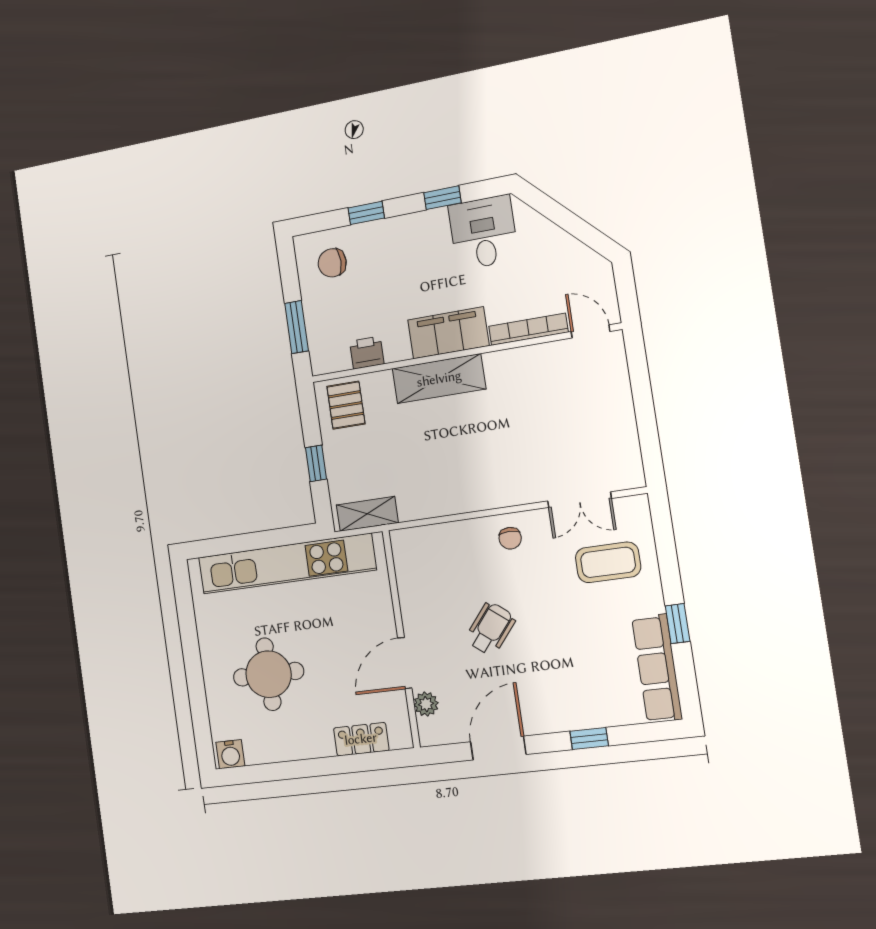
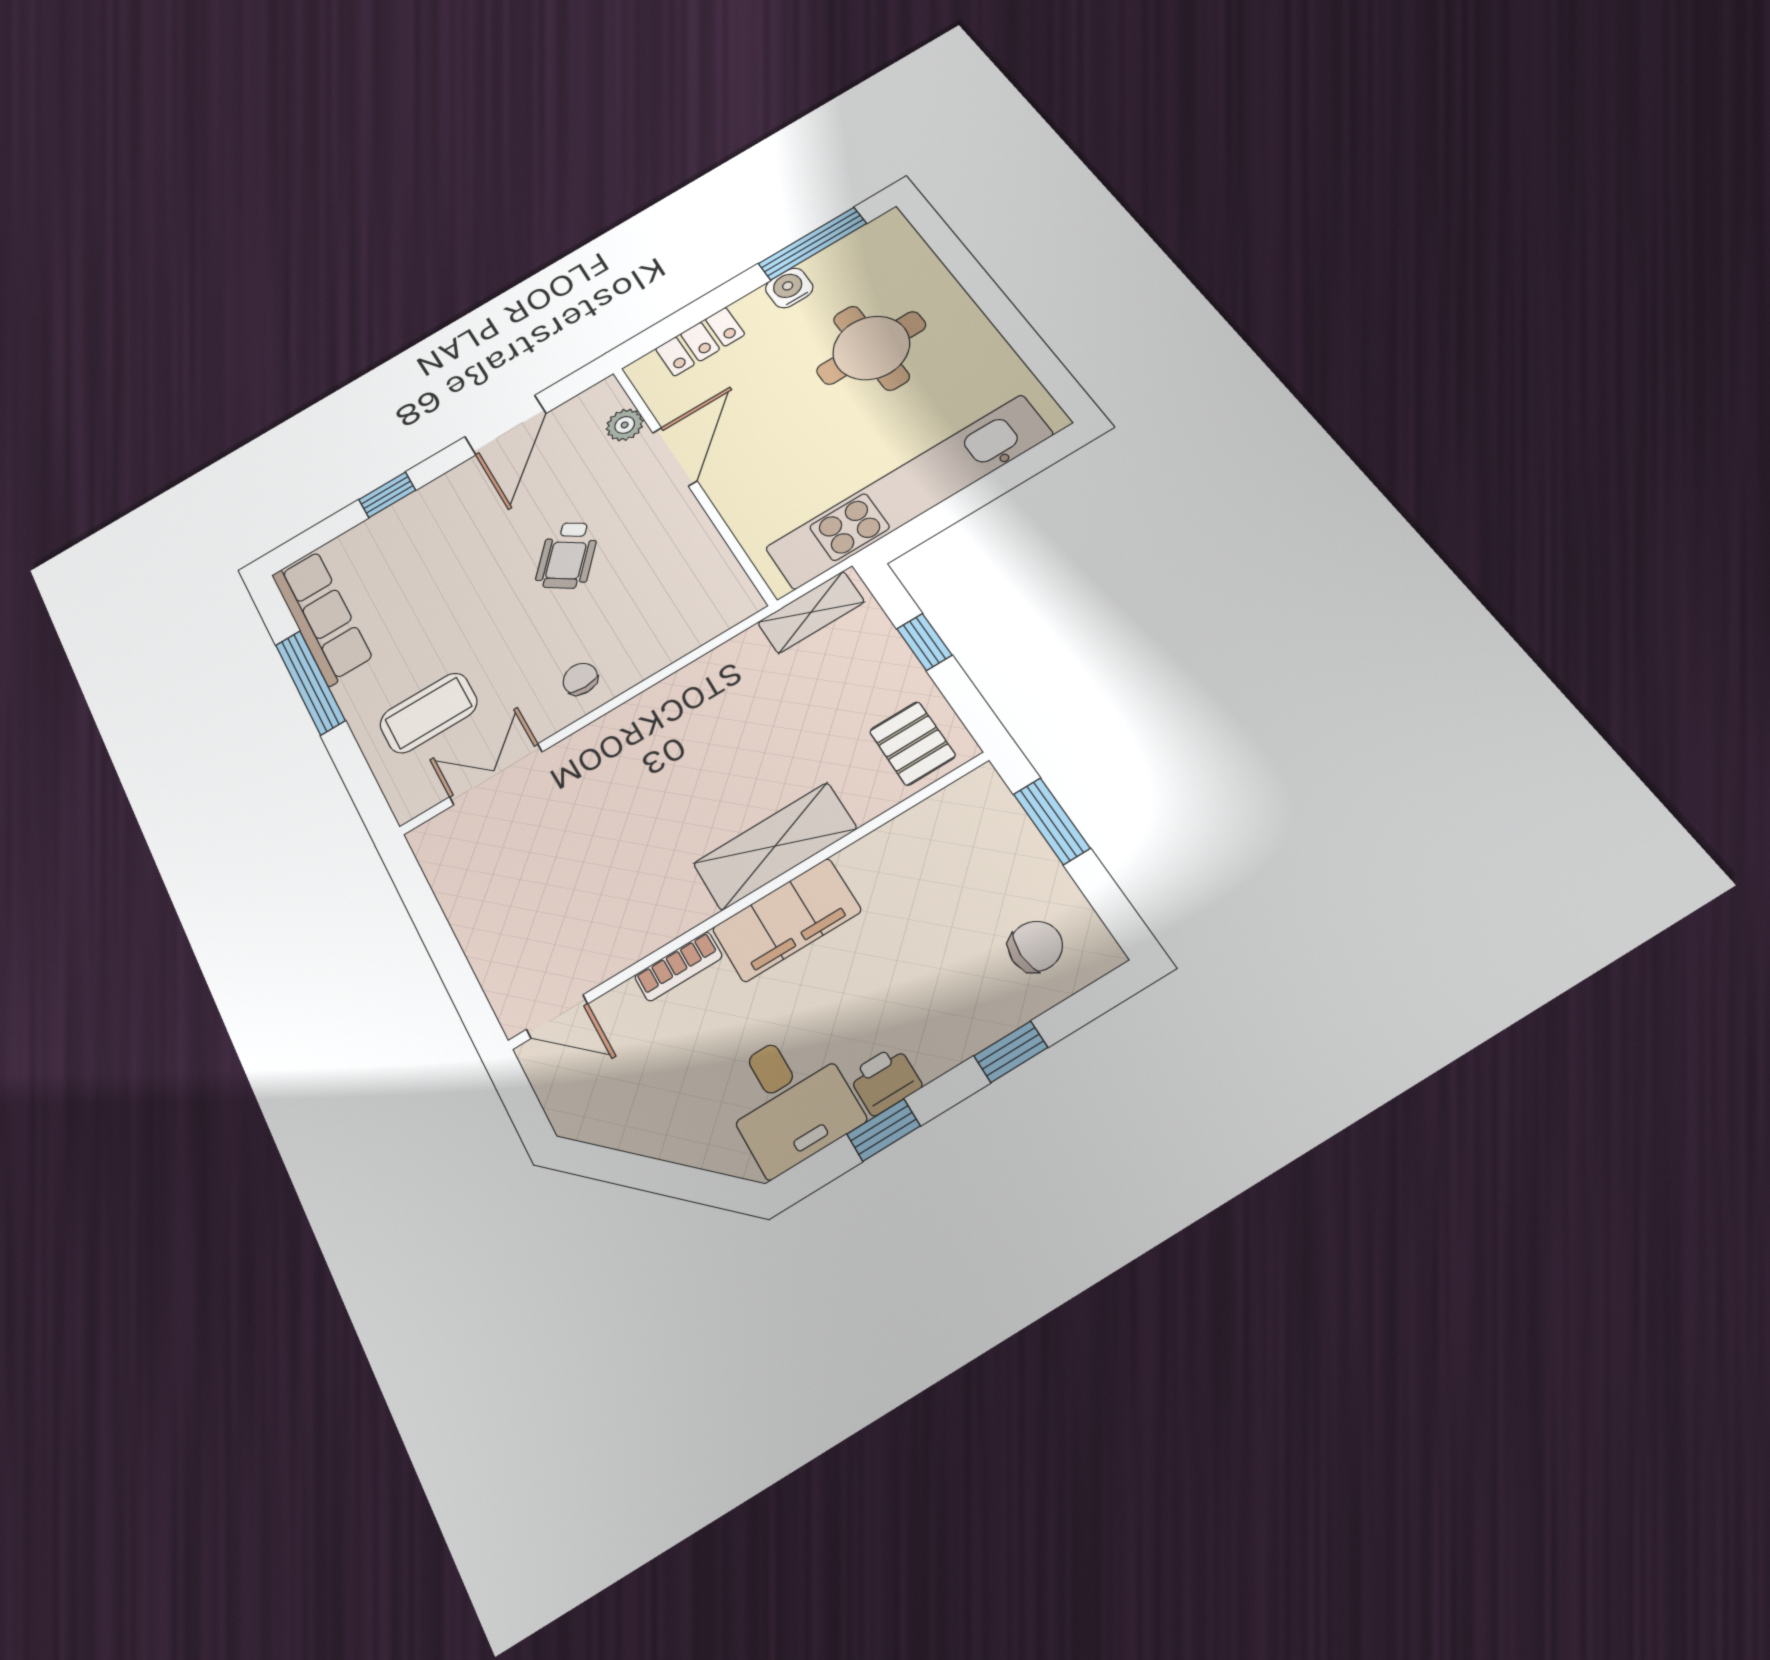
bookcase: (528, 329) -> (678, 966), width x0.64
printer: (367, 353) -> (885, 1080), moved, turned 180
window: (677, 624) -> (310, 683), width x2.17
water cooler: (230, 754) -> (789, 288), moved
window: (272, 772) -> (812, 244), added

